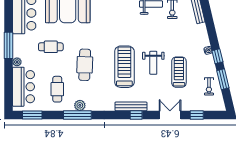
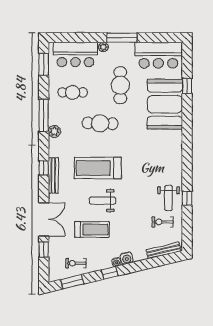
water cooler: (204, 41) -> (127, 258), added
cafe table: (51, 47) -> (120, 85), width x1.37, depth x1.35
treadmill: (124, 67) -> (98, 168), turned 180
window: (223, 79) -> (72, 282), moved
plant: (80, 105) -> (54, 131), moved
window: (136, 115) -> (44, 168), moved
double door: (170, 115) -> (44, 219), width x1.37

